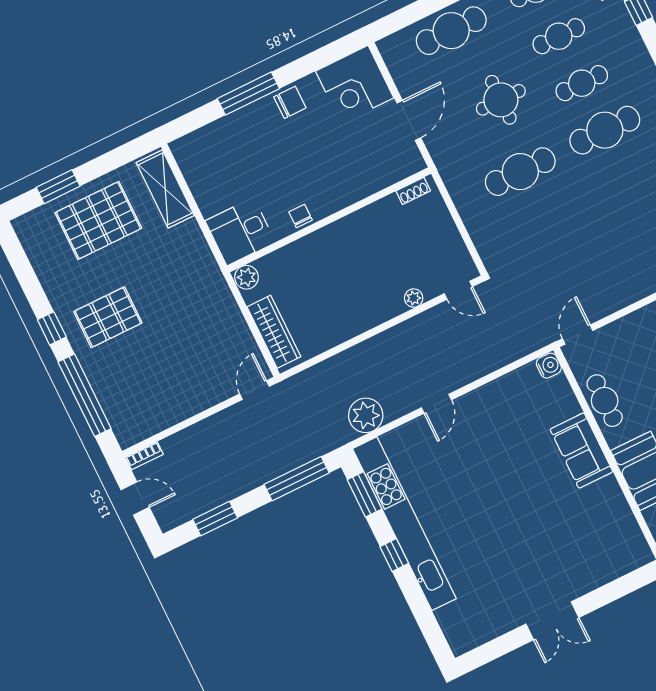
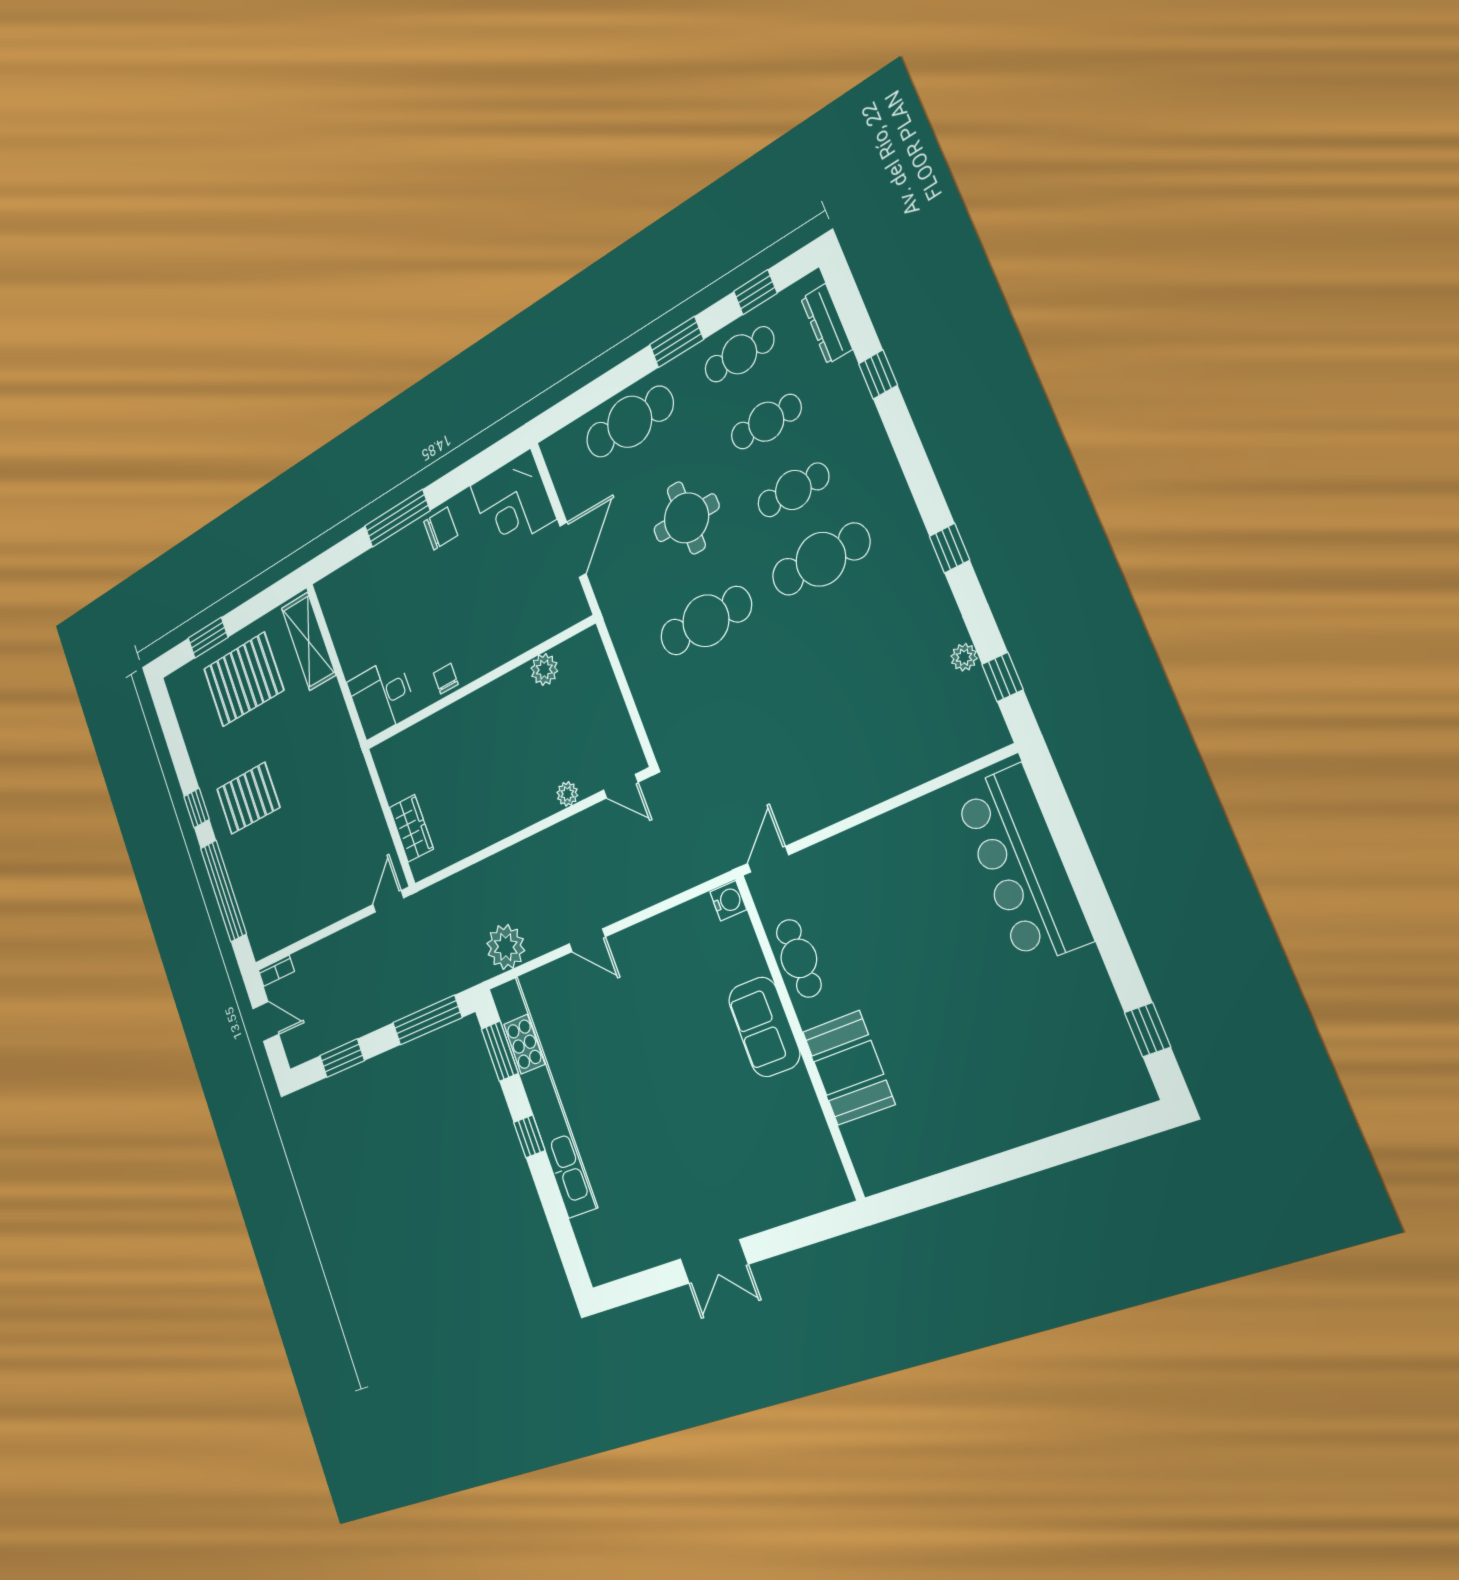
shoe rack: (413, 191) -> (574, 647), removed
plant: (247, 277) -> (544, 669), moved
wardrobe: (274, 332) -> (411, 828), width x0.67
door: (436, 404) -> (587, 940), hinge flipped

